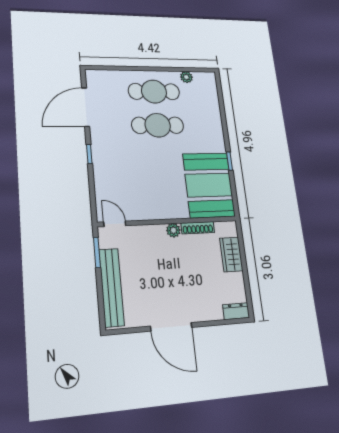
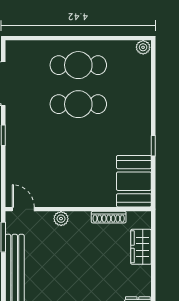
plant: (186, 77) -> (143, 47), moved
booth: (209, 185) -> (134, 181), width x0.73, depth x0.70
plant: (173, 230) -> (61, 219), moved

